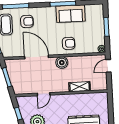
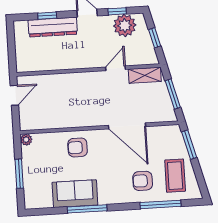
boiler: (62, 63) -> (88, 118), removed
door: (108, 66) -> (14, 95), moved
shelving: (80, 87) -> (145, 75), moved

